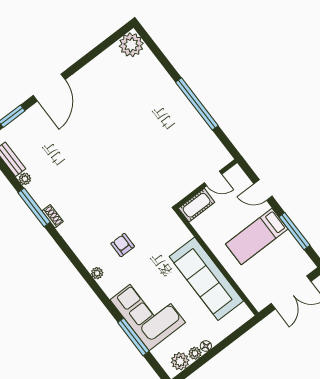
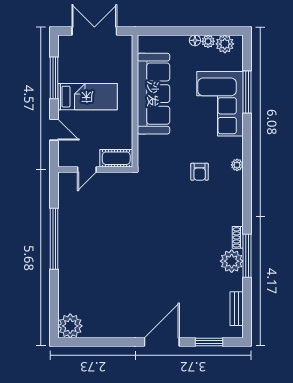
plant: (25, 179) -> (232, 261), moved, width x1.88, depth x1.88
door: (213, 179) -> (87, 169), swing flipped

